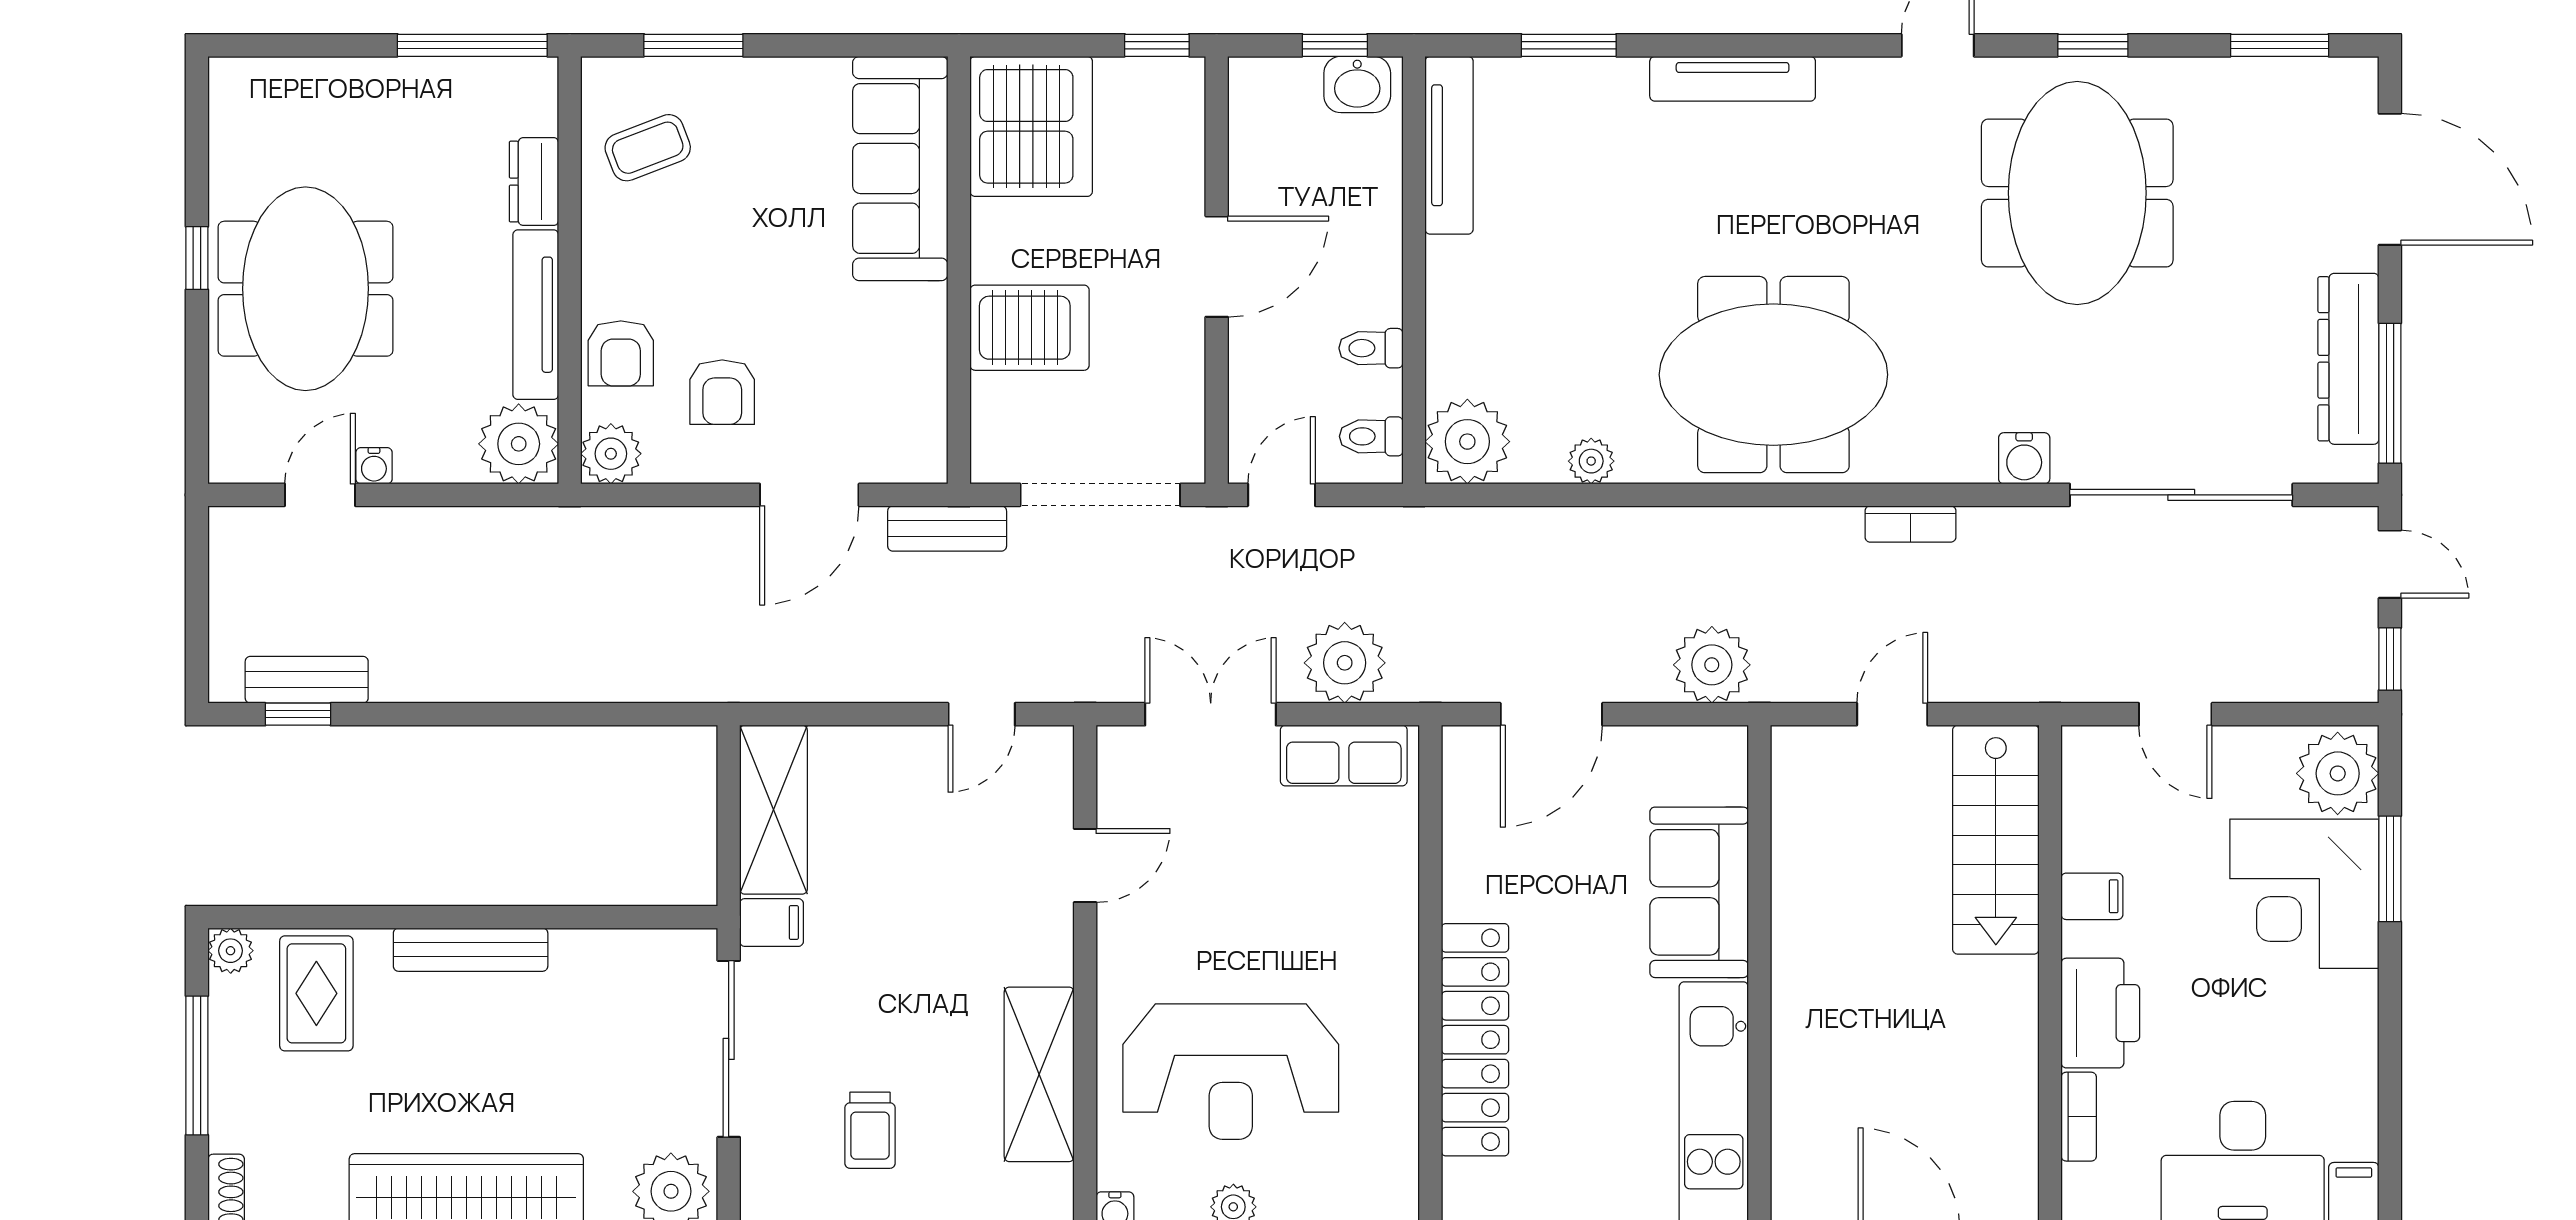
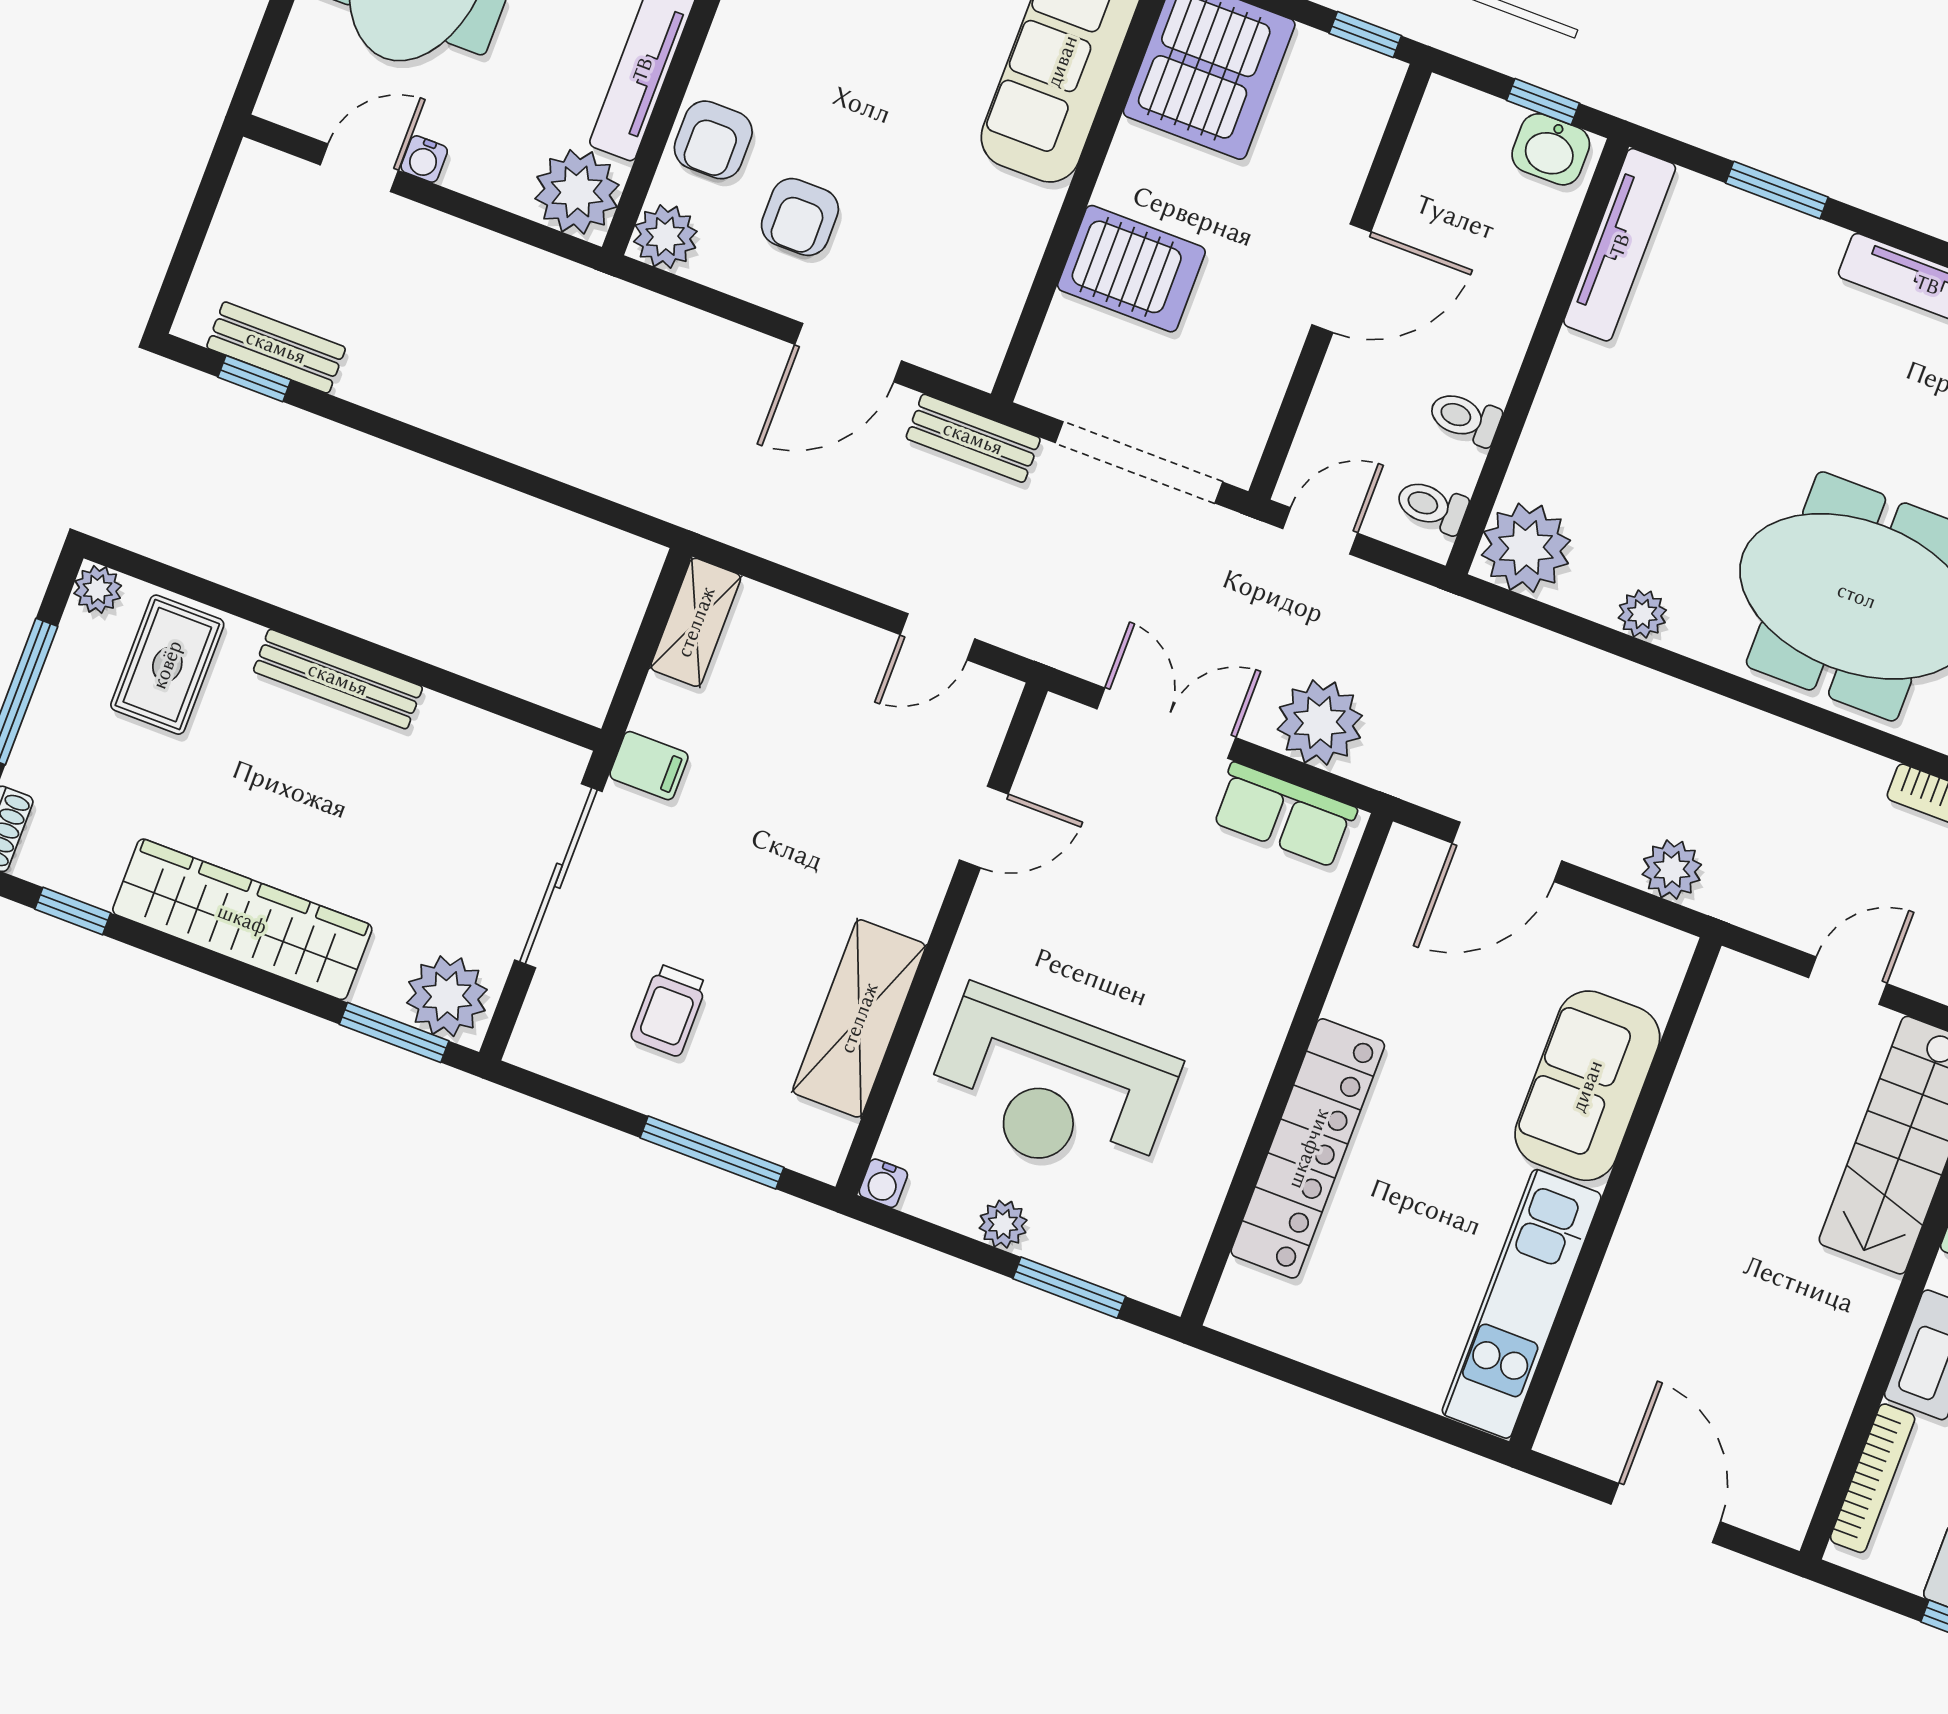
plant: (1712, 665) -> (1672, 870), width x0.73, depth x0.73
shelving: (773, 810) -> (696, 622), width x0.67, depth x0.75
bookcase: (2079, 1117) -> (1873, 1478), width x1.56

